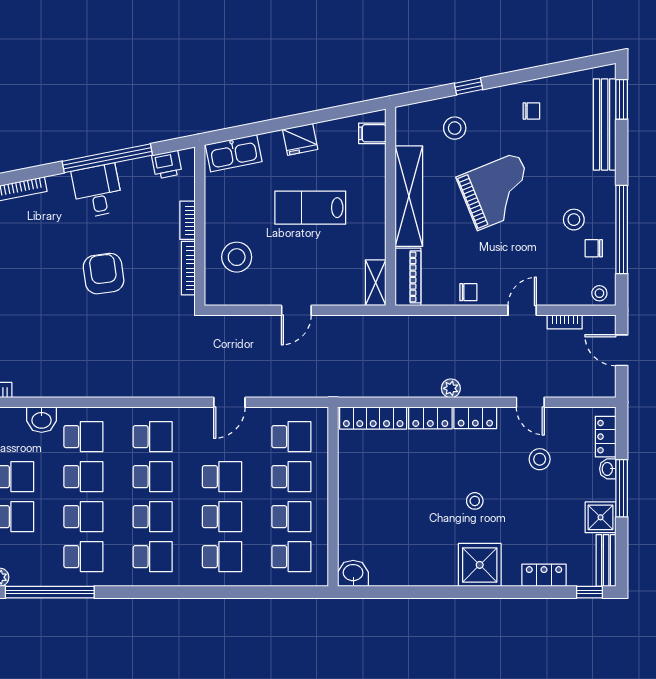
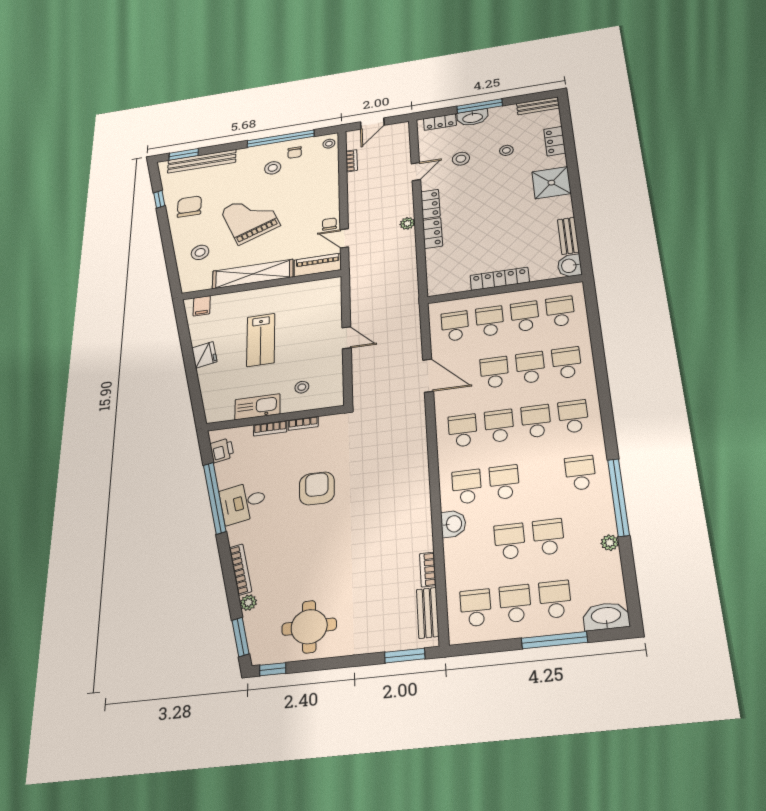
window: (469, 86) -> (159, 199), moved
chair: (531, 111) -> (189, 207), width x1.87, depth x1.87
kitchen sink: (234, 153) -> (257, 407), moved, turned -79
stool: (237, 257) -> (302, 387), width x0.53, depth x0.53
bookcase: (188, 268) -> (303, 423), width x0.64
armchair: (104, 274) -> (317, 488), turned 98
shelving: (376, 283) -> (322, 286), removed
door: (522, 310) -> (344, 238), moved
door: (229, 402) -> (428, 376), width x1.38
locker: (373, 418) -> (500, 279), moved, turned -90
washbasin: (608, 469) -> (473, 118), width x1.91, depth x1.45
stool: (475, 501) -> (506, 150), moved
school desk: (83, 517) -> (542, 478), removed
shower: (601, 517) -> (504, 115), removed
bench: (396, 576) -> (568, 236), added
window: (589, 592) -> (565, 112), removed

